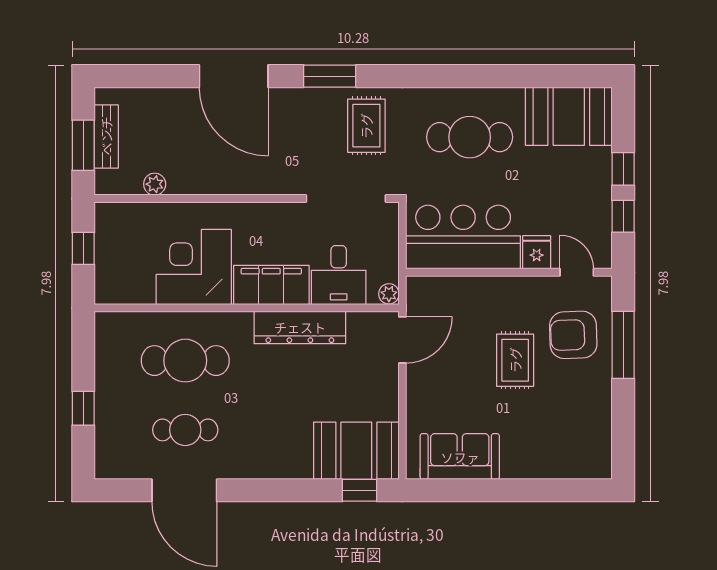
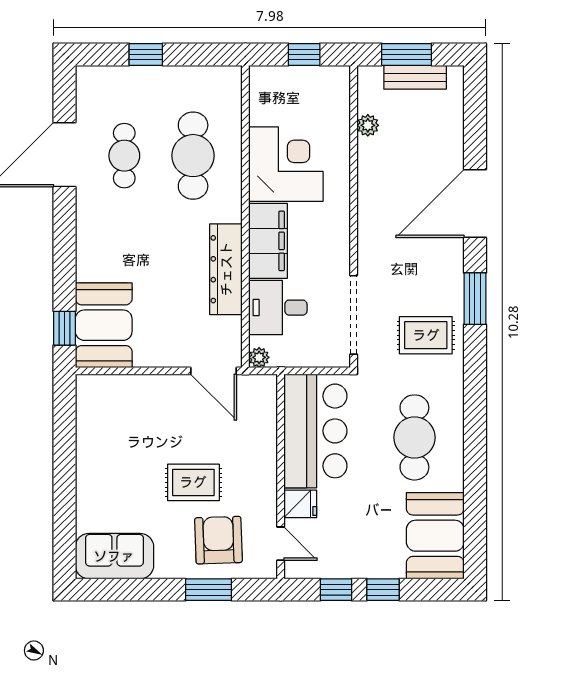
door: (577, 272) -> (281, 544), hinge flipped
window: (623, 345) -> (209, 590), width x0.69
sofa: (460, 457) -> (114, 556), moved, turned -90

